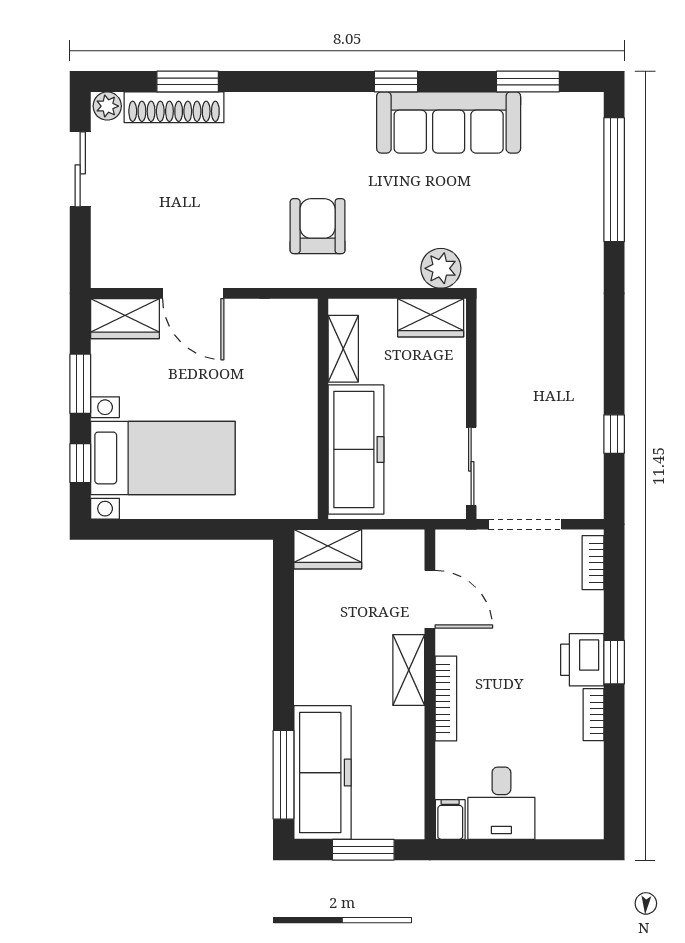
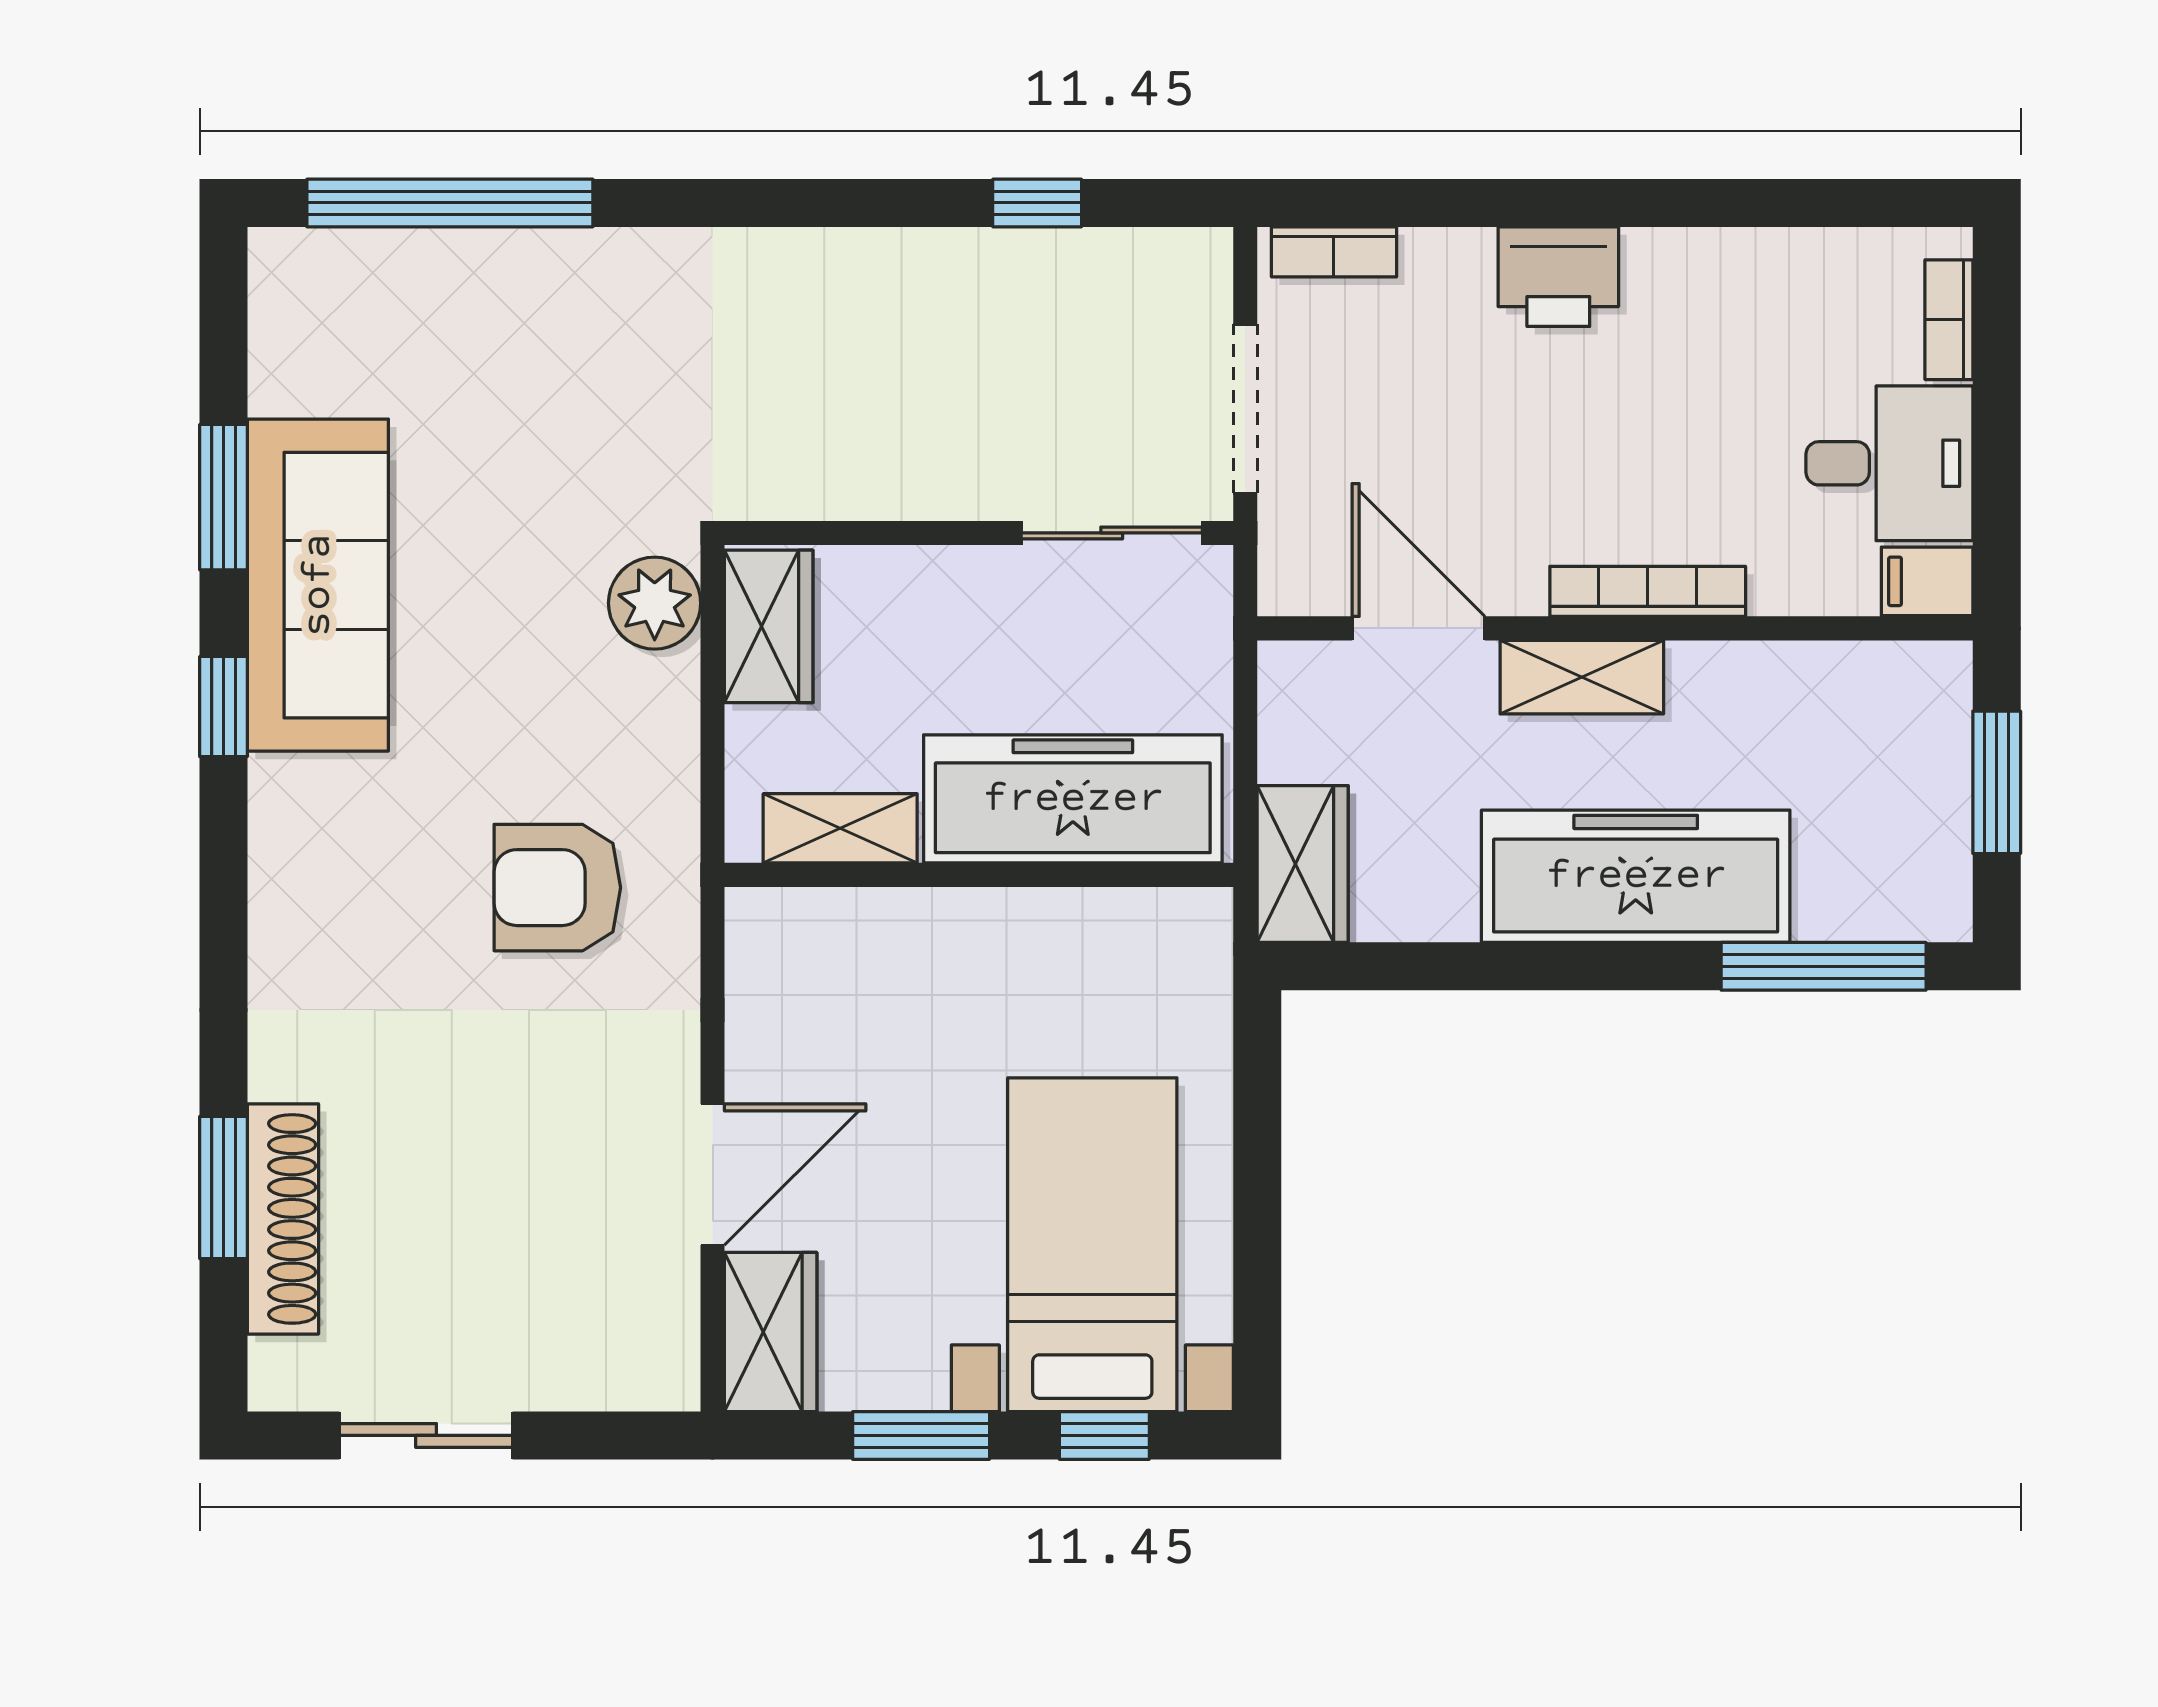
window: (528, 82) -> (224, 497), moved
plant: (107, 106) -> (280, 1373), removed
door: (430, 599) -> (1418, 628), hinge flipped
window: (614, 662) -> (1564, 203), removed
bookcase: (593, 715) -> (1949, 320), moved, turned 90
freezer: (322, 773) -> (1636, 876), moved

